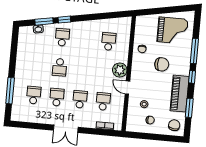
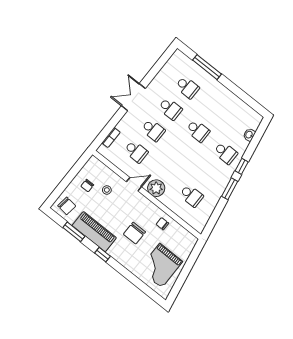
window: (44, 21) -> (230, 189), moved
window: (194, 51) -> (126, 274), removed
school desk: (60, 67) -> (198, 131), turned 180

